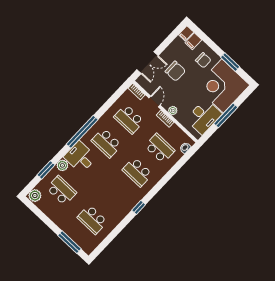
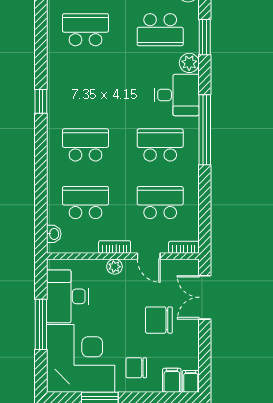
school desk: (160, 148) -> (85, 203), turned 180

